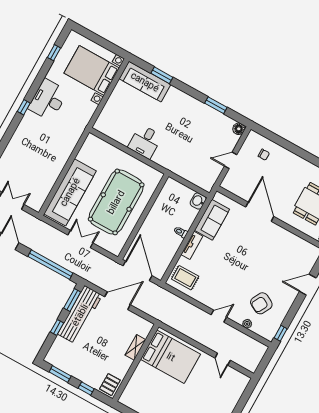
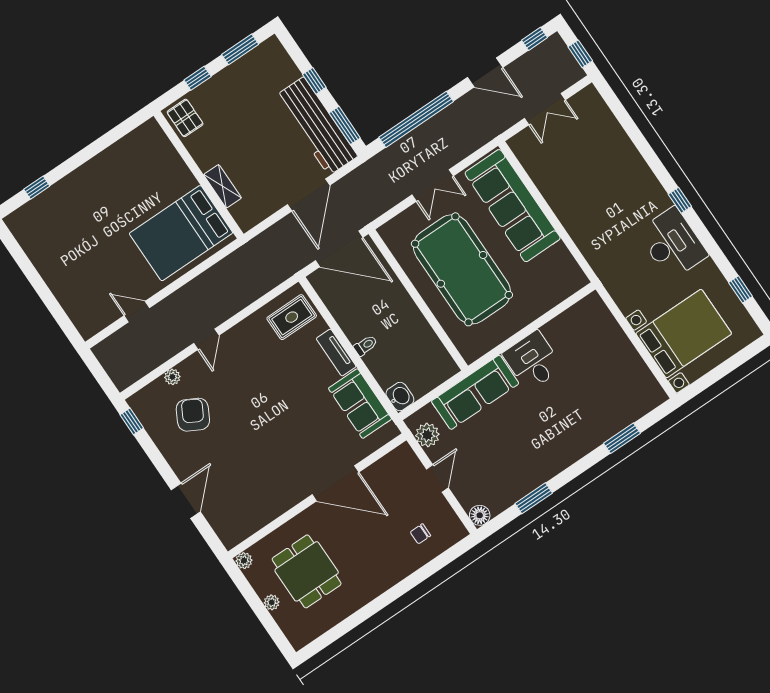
sofa: (145, 82) -> (475, 392), moved, turned 180
plant: (211, 177) -> (427, 435), added

